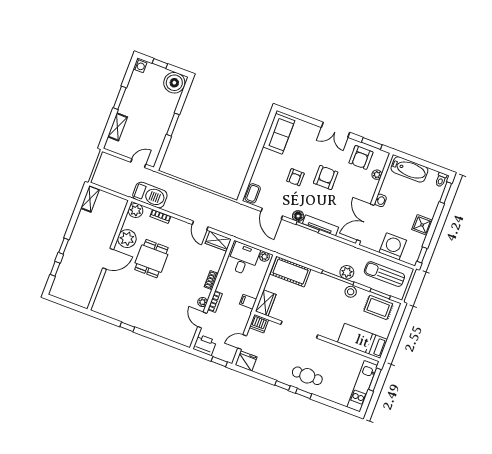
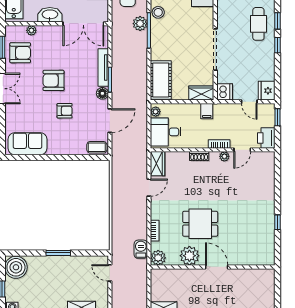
barbecue: (150, 195) -> (141, 249), width x0.53, depth x0.65
washbasin: (380, 200) -> (50, 15), width x1.91, depth x1.45

